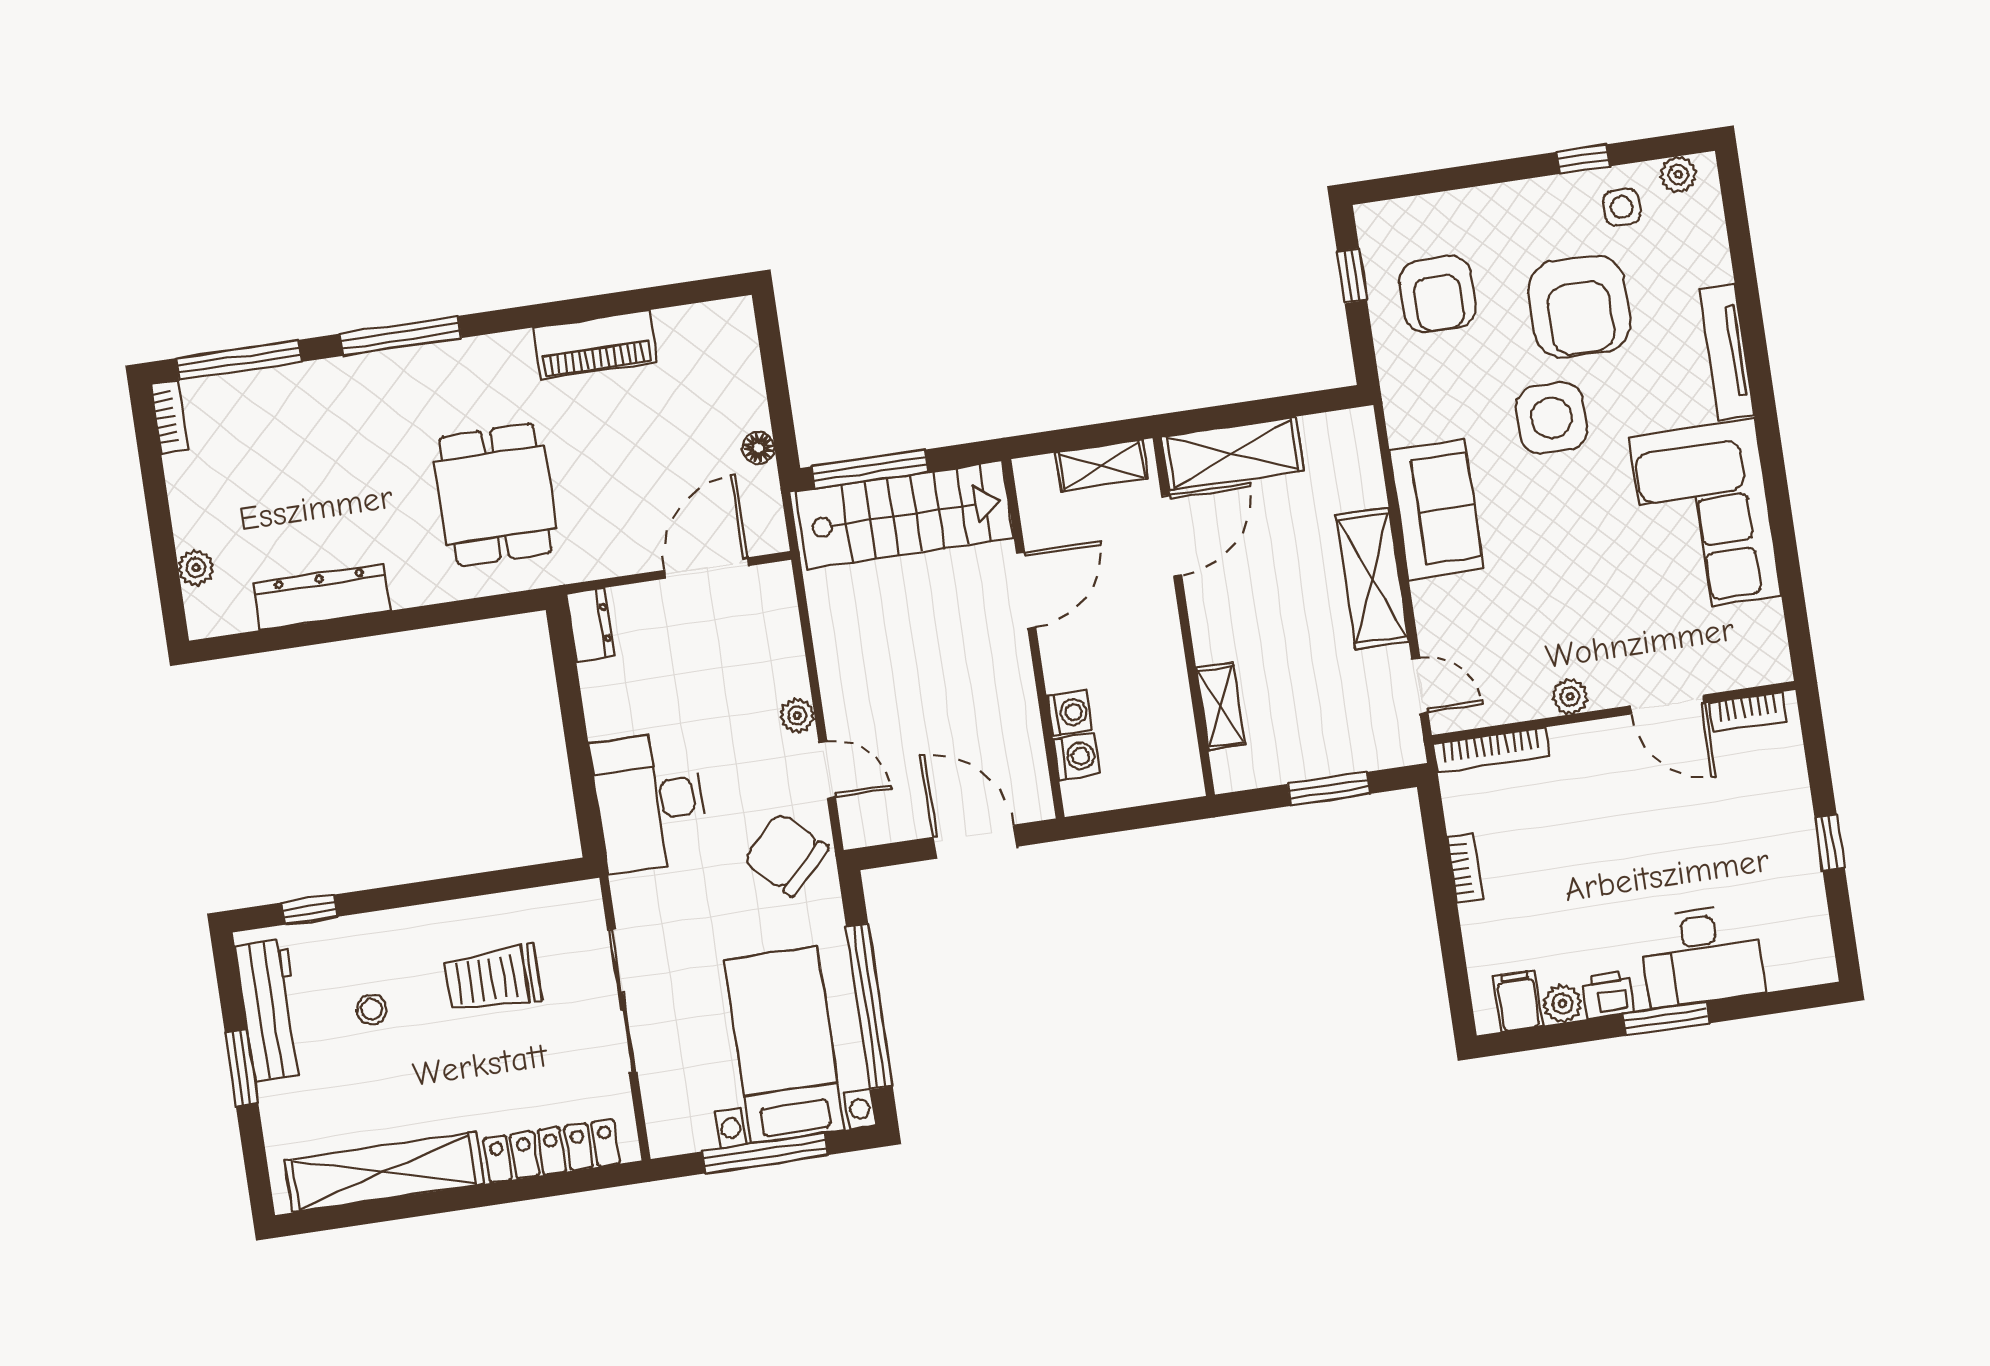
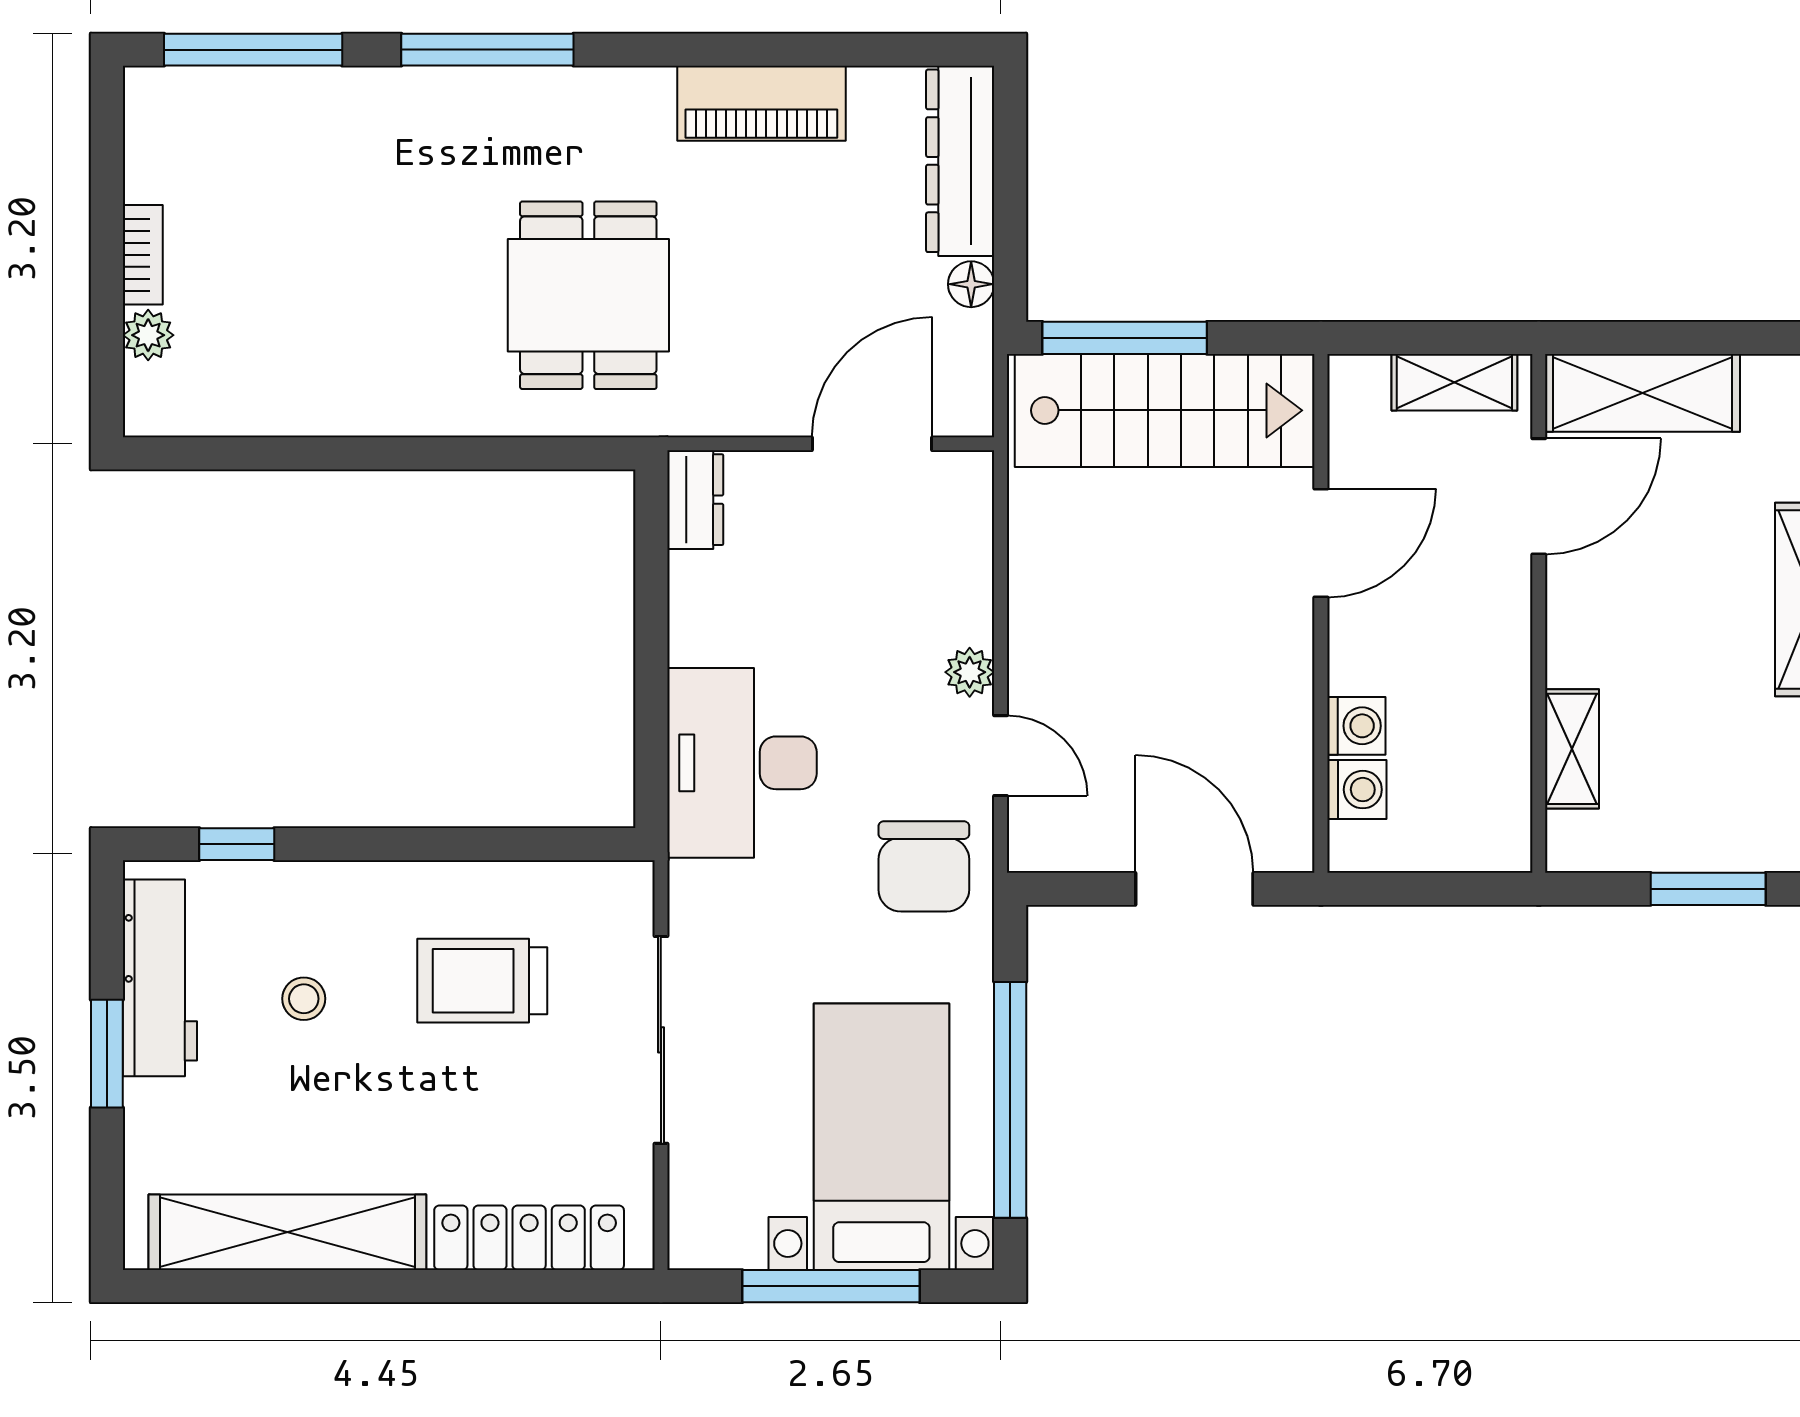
bookcase: (170, 417) -> (143, 255), moved
dresser: (322, 597) -> (960, 161), moved, turned -90
chair: (786, 854) -> (924, 866), turned -135

